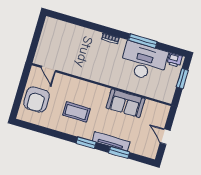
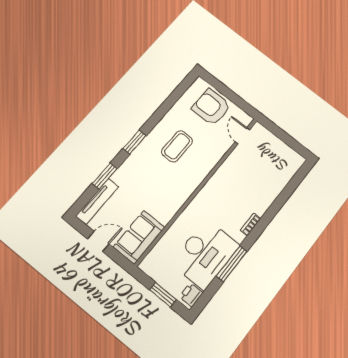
door: (48, 69) -> (242, 136), hinge flipped
sofa: (126, 103) -> (139, 237), moved
tv unit: (111, 141) -> (97, 201), moved

